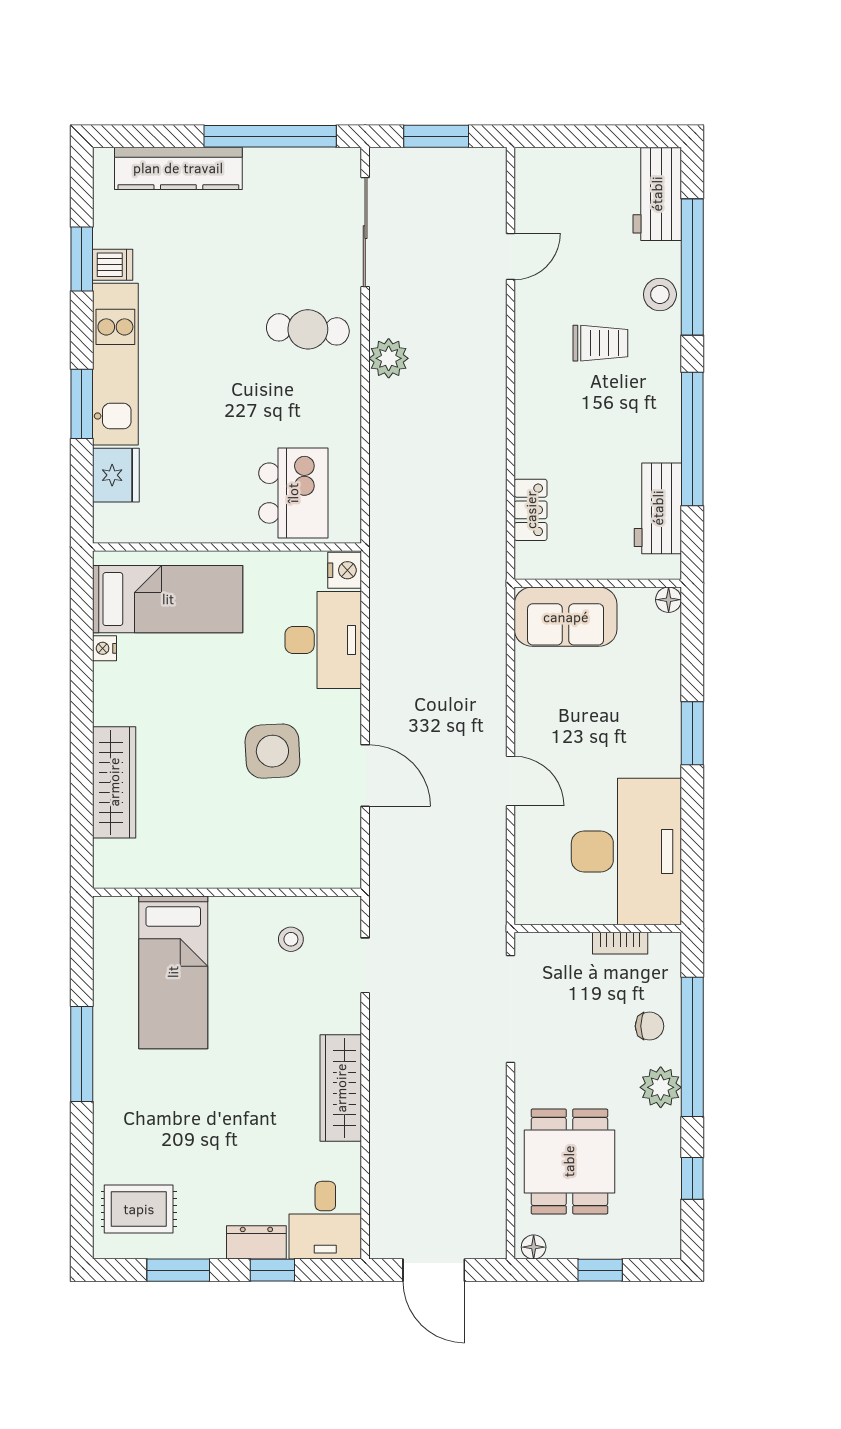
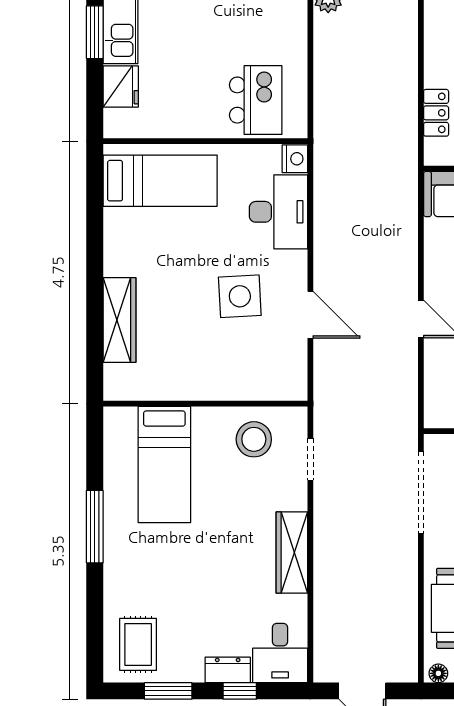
nightstand: (104, 648) -> (112, 218), removed
stool: (291, 939) -> (254, 439), width x1.89, depth x1.89
rug: (139, 1209) -> (138, 644), turned 90

